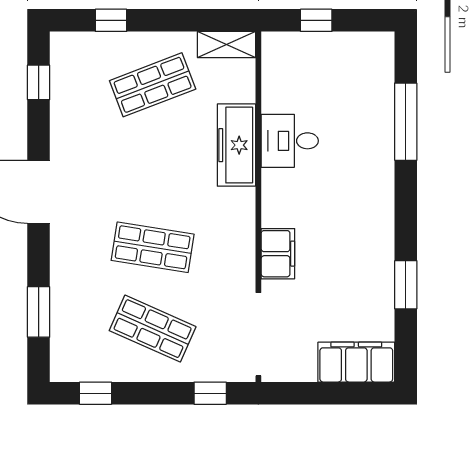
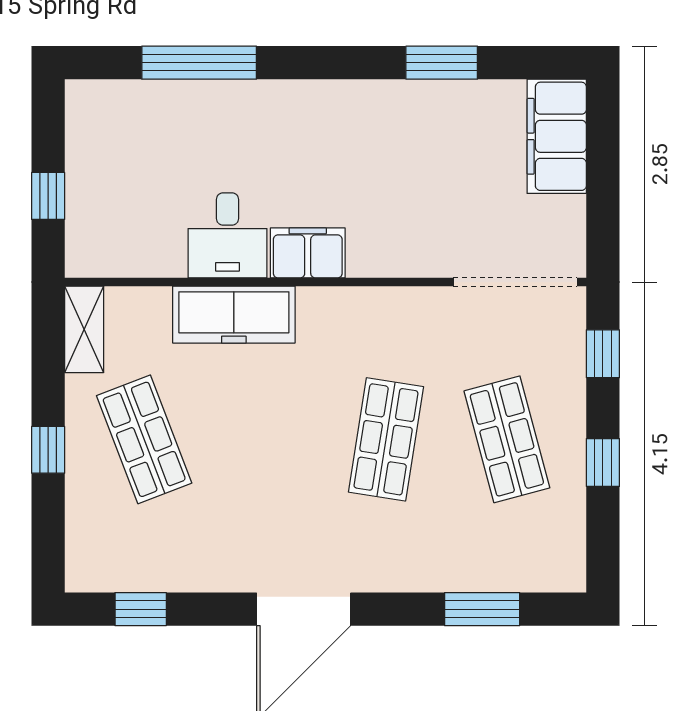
window: (111, 20) -> (48, 450), moved
filing cabinet: (278, 254) -> (308, 253), moved
shop shelf: (153, 329) -> (507, 439), turned -39
window: (95, 393) -> (603, 463), moved

